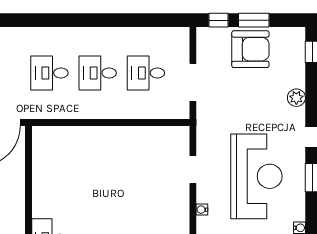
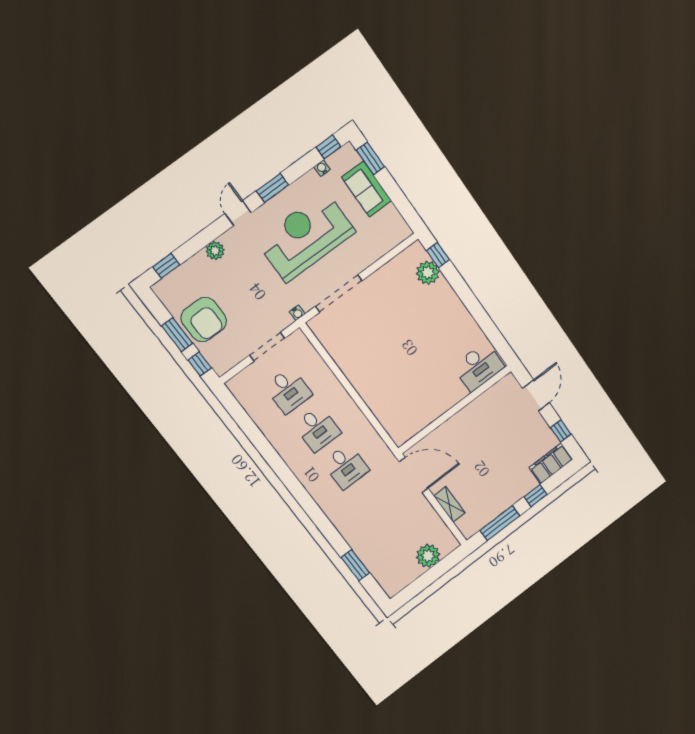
armchair: (250, 49) -> (204, 319), turned 180
doorway: (193, 169) -> (339, 294), width x1.87
water cooler: (202, 210) -> (297, 313), moved

